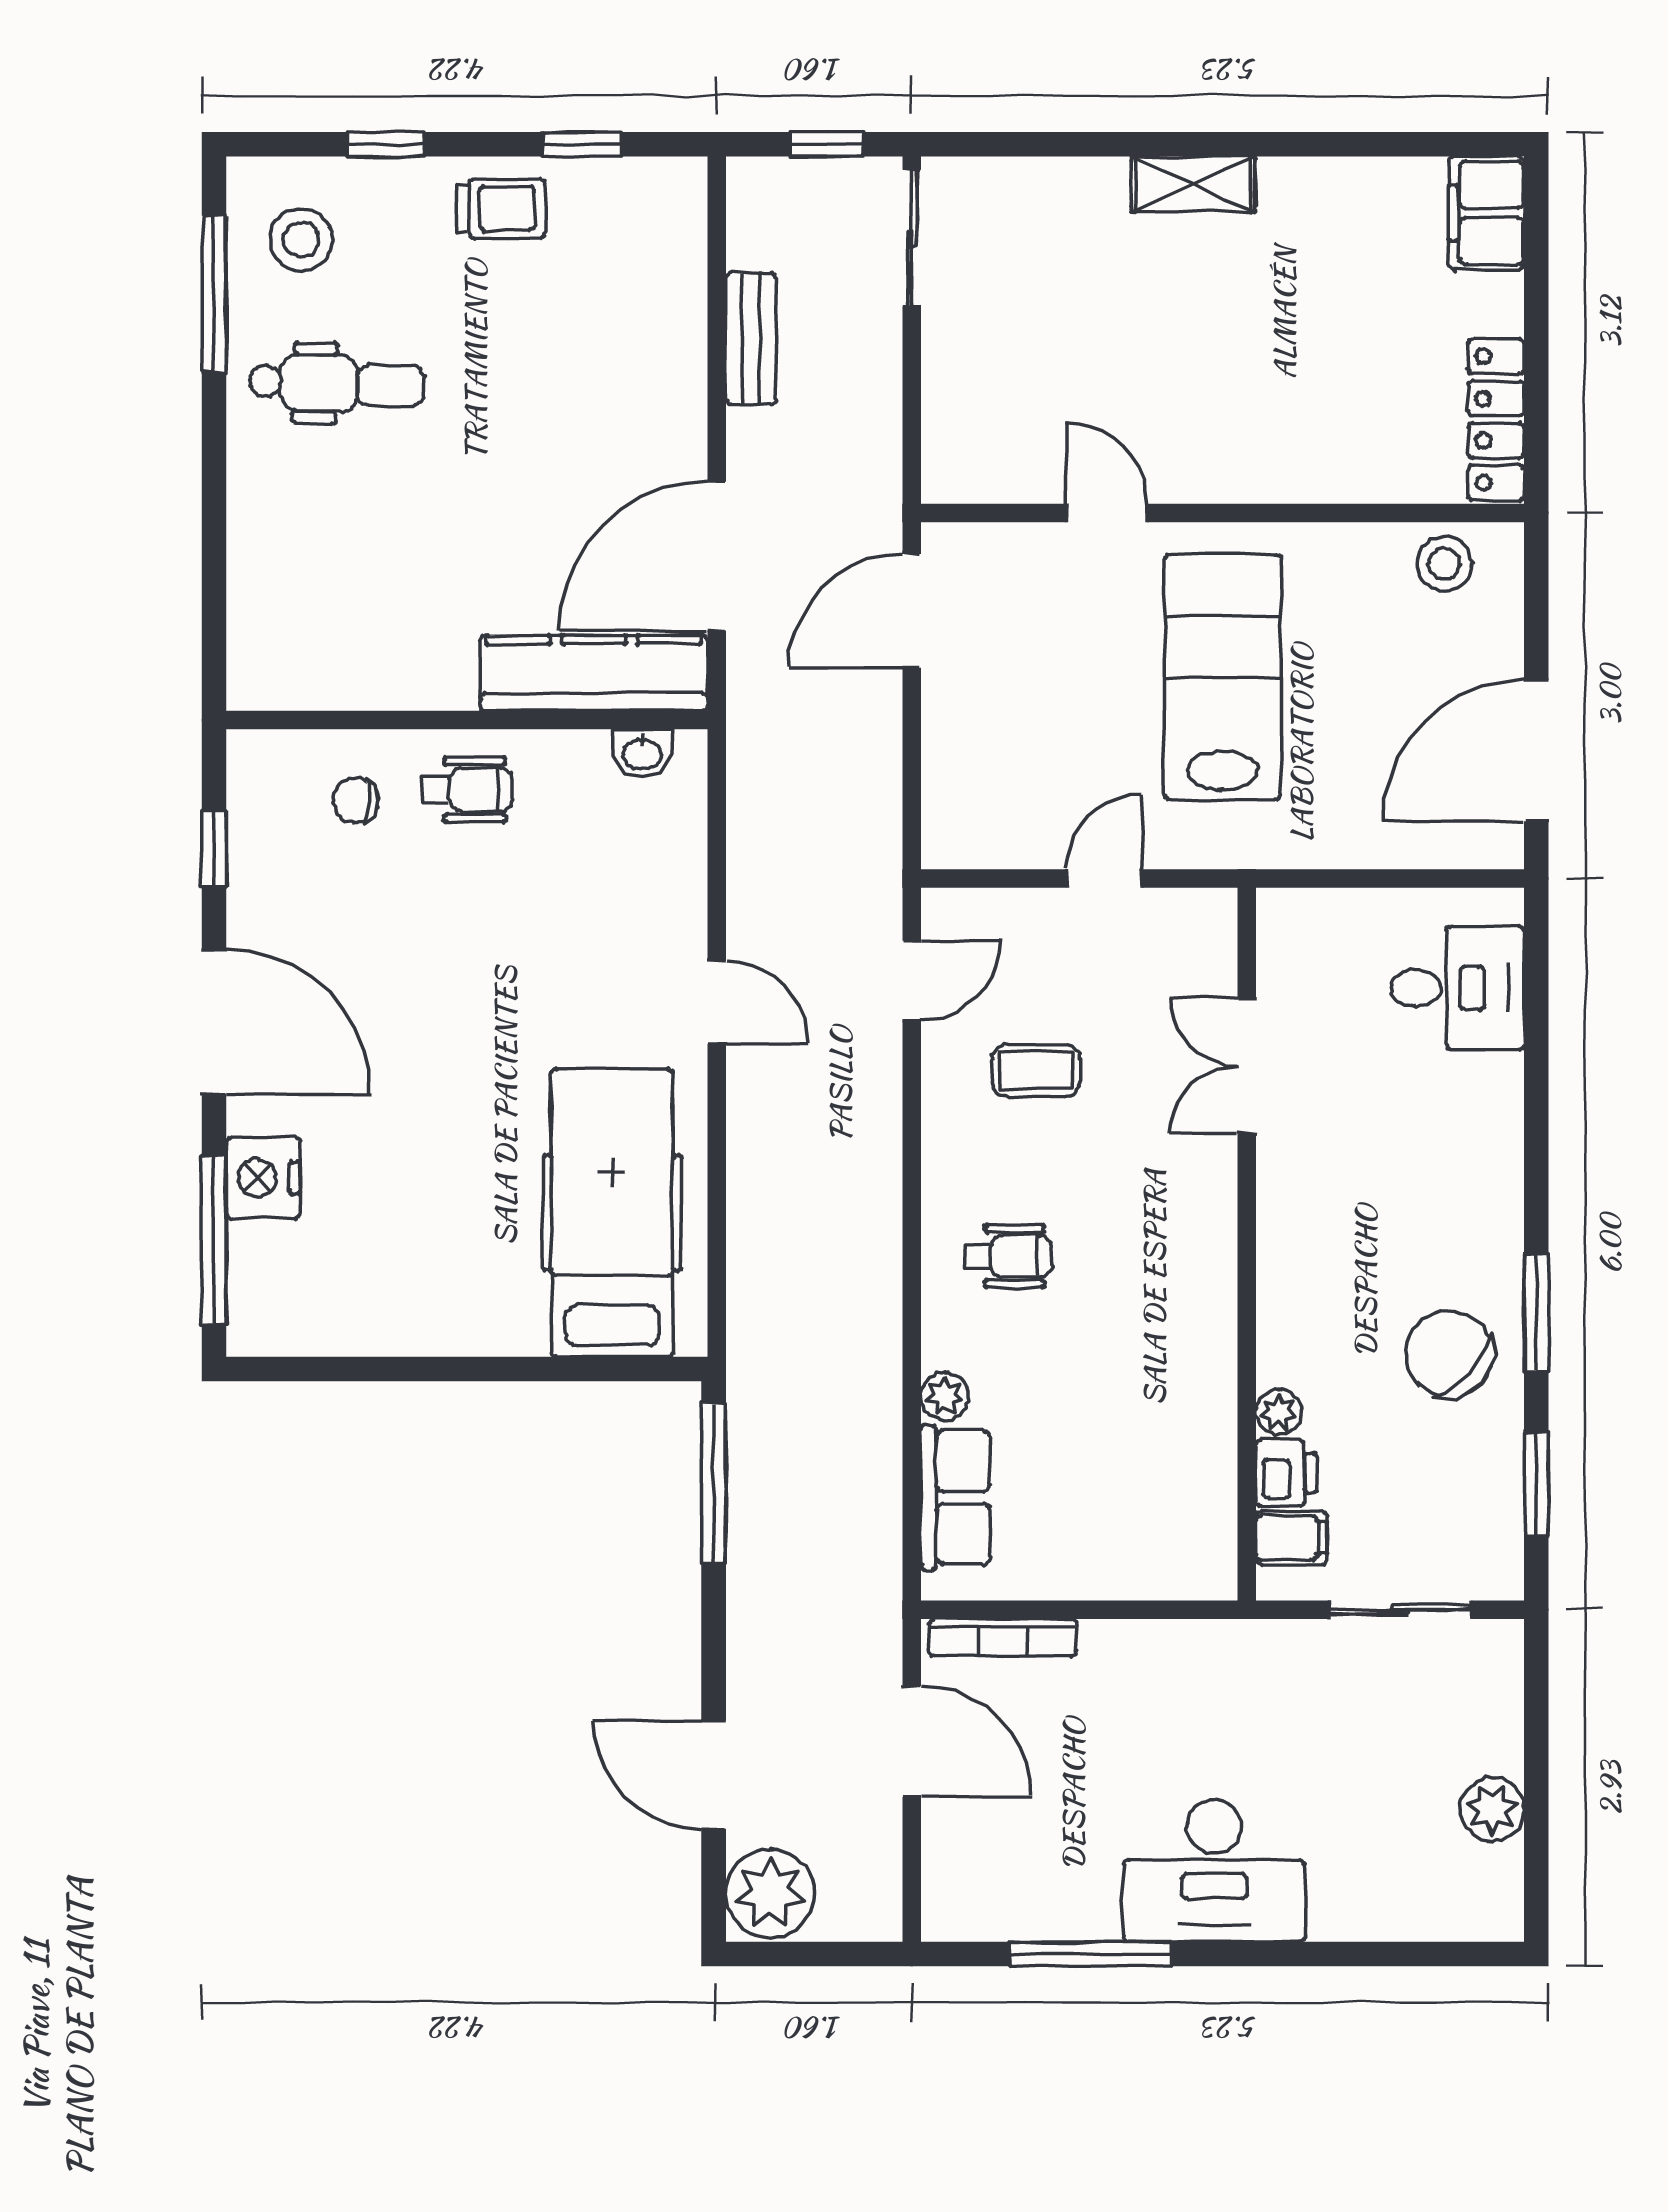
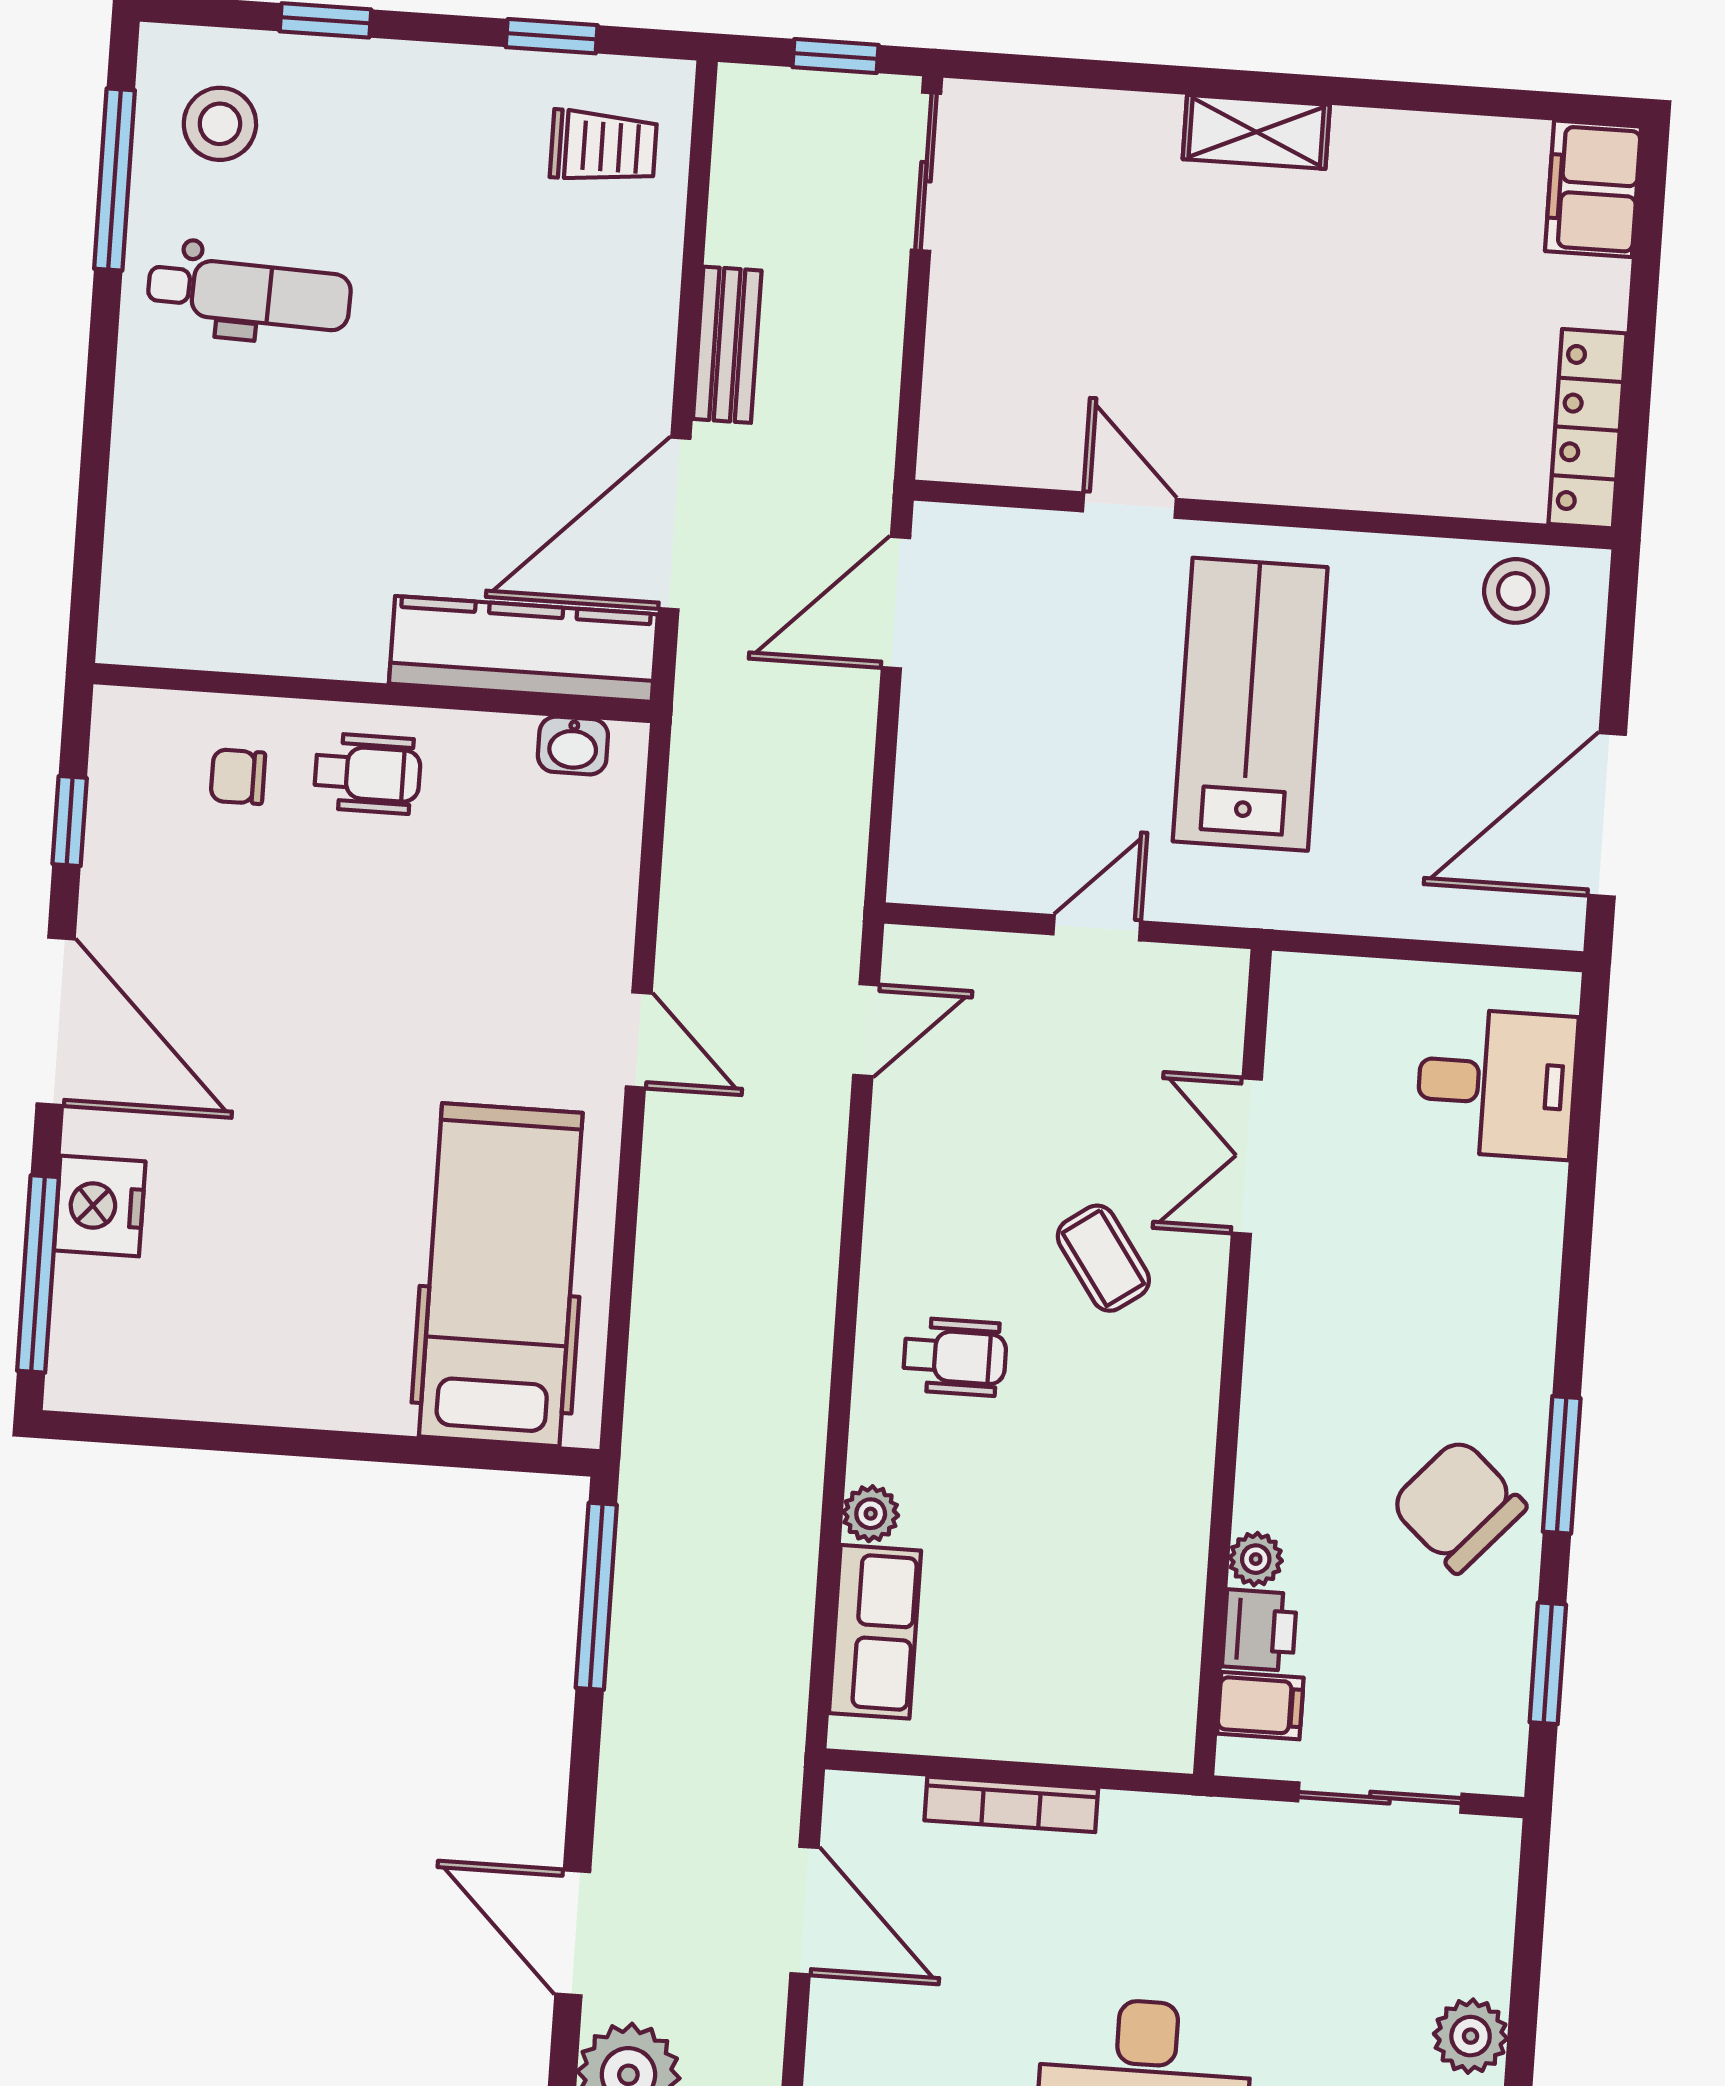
trolley: (501, 208) -> (603, 147), moved
bench: (751, 339) -> (727, 345), moved
coffee table: (1036, 1071) -> (1103, 1258), moved, turned 55
bookcase: (1003, 1638) -> (1011, 1804), moved

